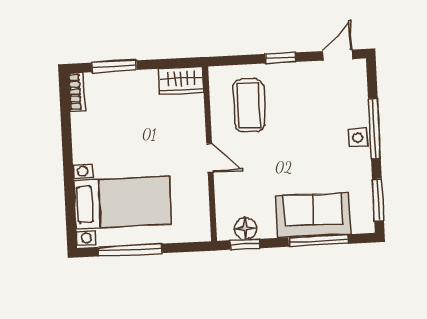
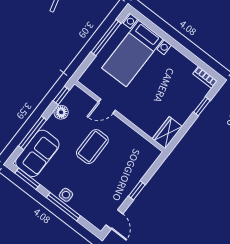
window: (114, 66) -> (202, 106), width x0.67
coffee table: (249, 105) -> (92, 147), moved, turned 90
door: (210, 158) -> (107, 106), moved
sofa: (313, 215) -> (37, 153), moved
floor lamp: (245, 228) -> (61, 112), moved

